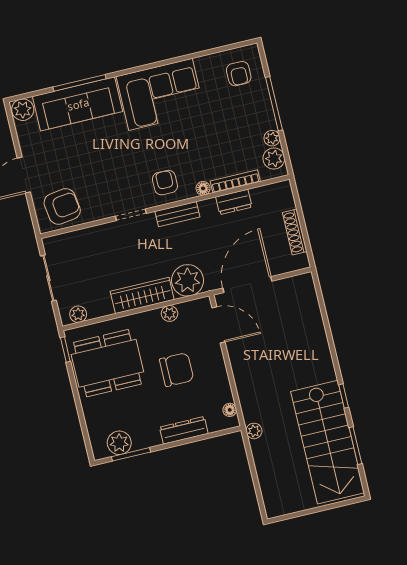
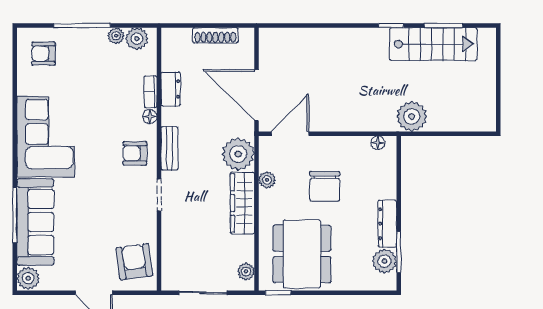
armchair: (239, 74) -> (43, 54), turned 180
bookcase: (235, 181) -> (151, 92), width x0.64
chair: (177, 370) -> (325, 186), turned 180
dresser: (184, 430) -> (387, 224), moved
plant: (254, 431) -> (412, 116), width x1.87, depth x1.87
stairs: (328, 442) -> (433, 44), width x0.73, depth x0.66

